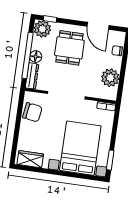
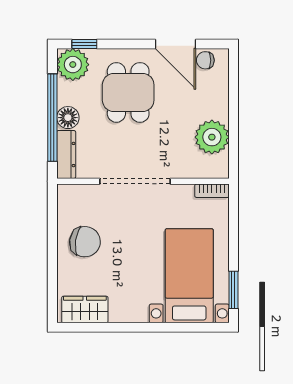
chair: (117, 51) -> (205, 60), moved
chair: (32, 112) -> (85, 242), moved
bed with nightstands: (80, 148) -> (189, 276), width x0.73

